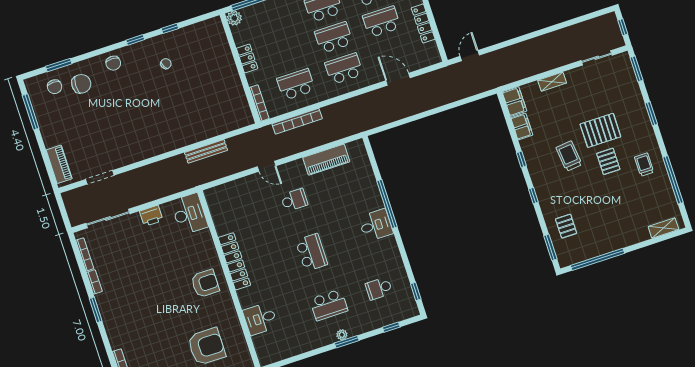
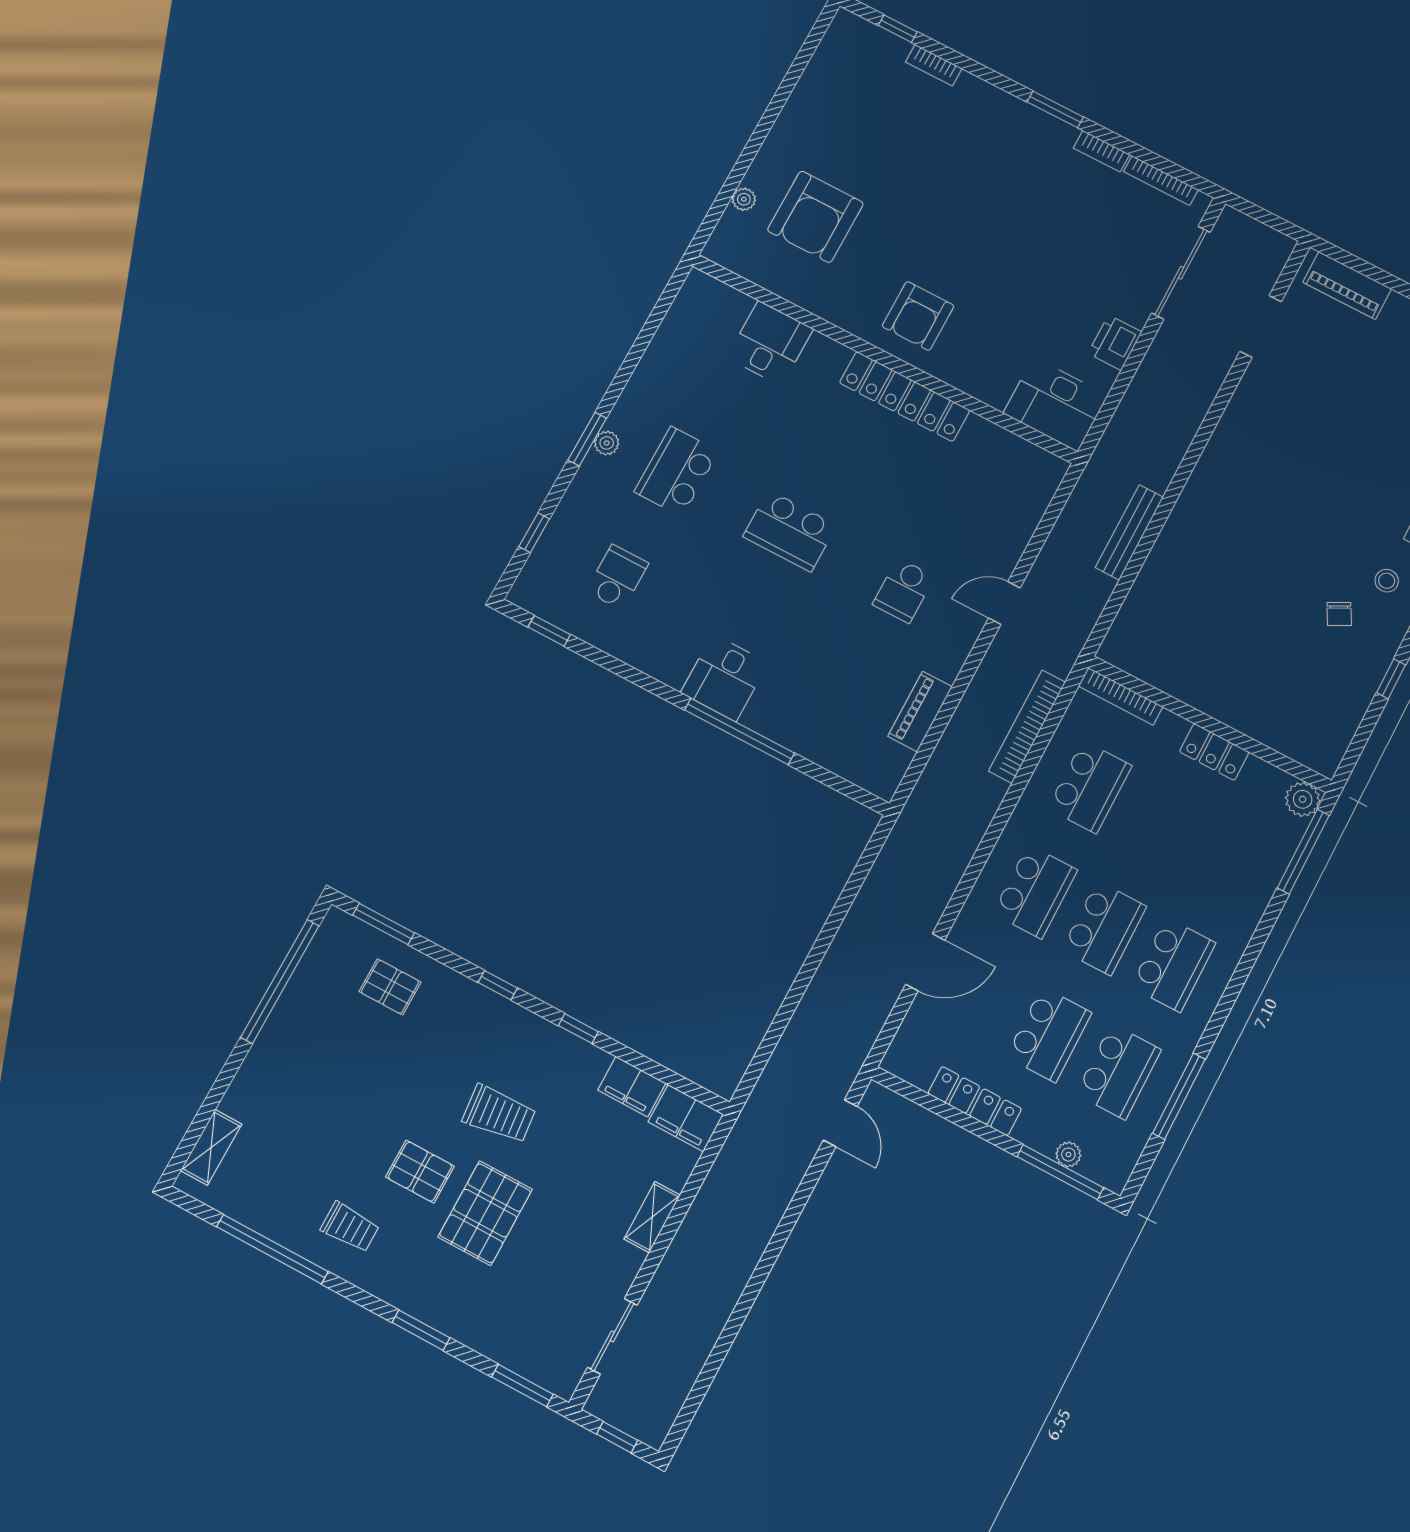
stool: (141, 60) -> (1387, 581), added
piano: (326, 160) -> (920, 711), width x0.73, depth x0.75

